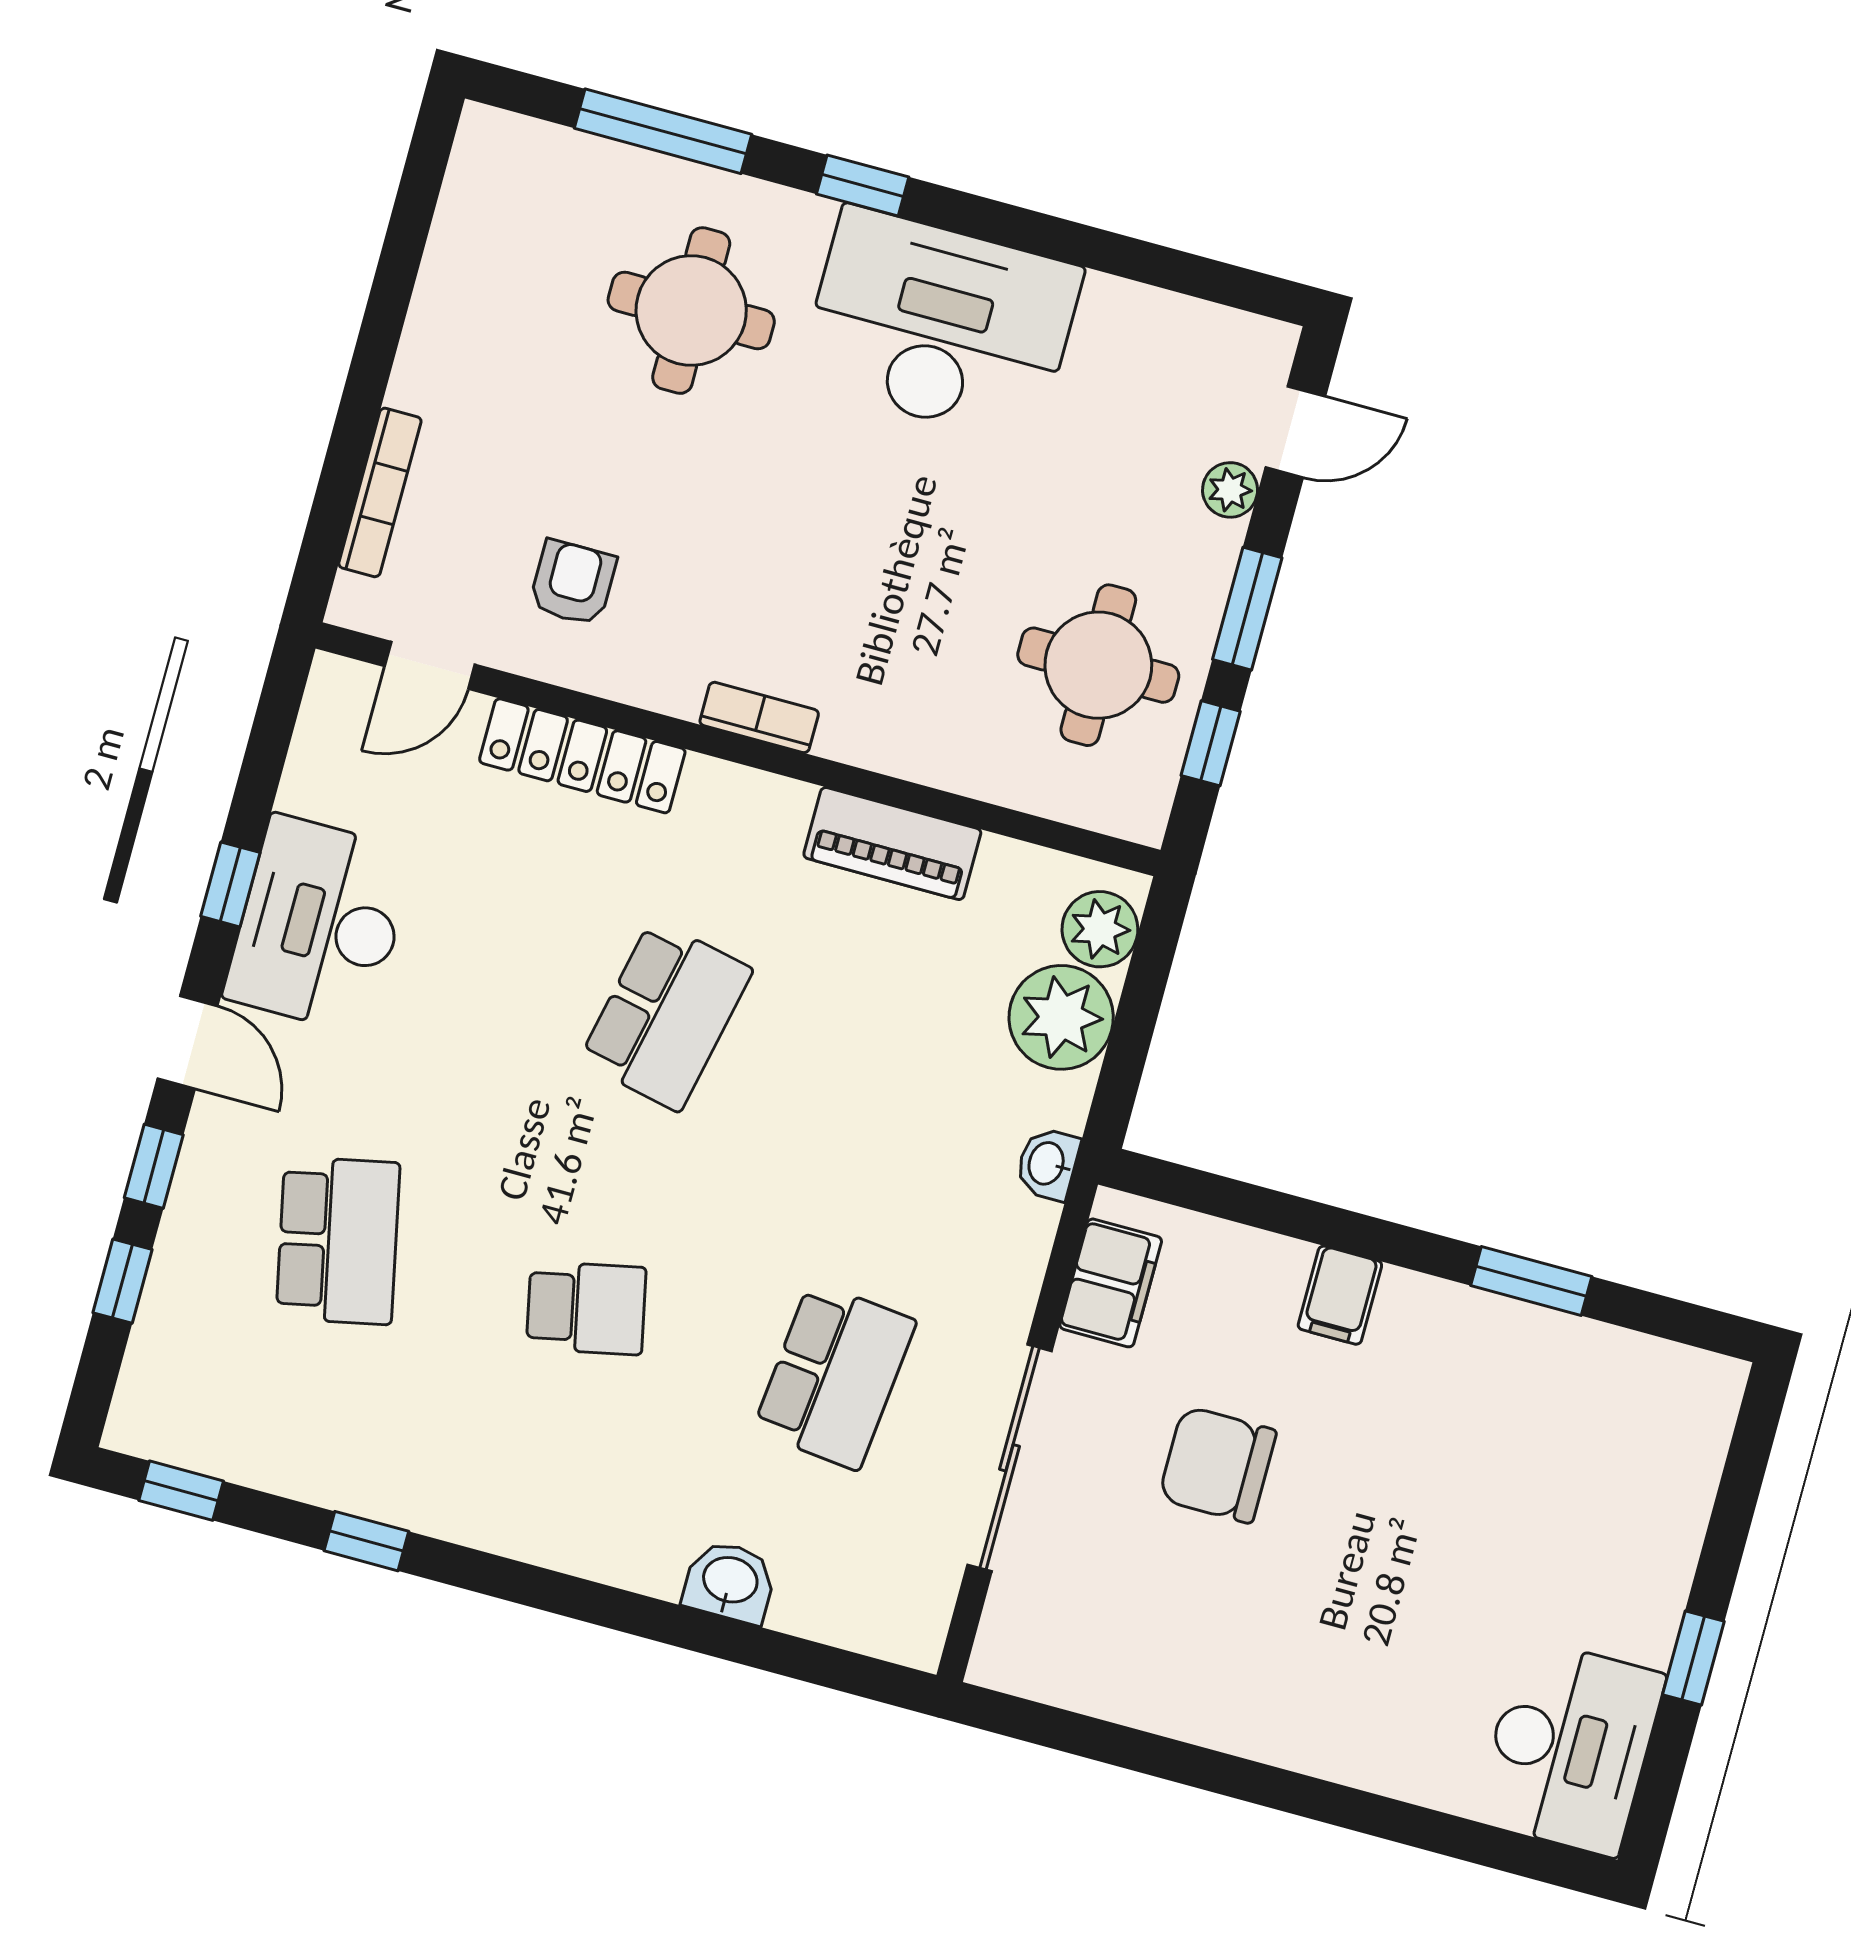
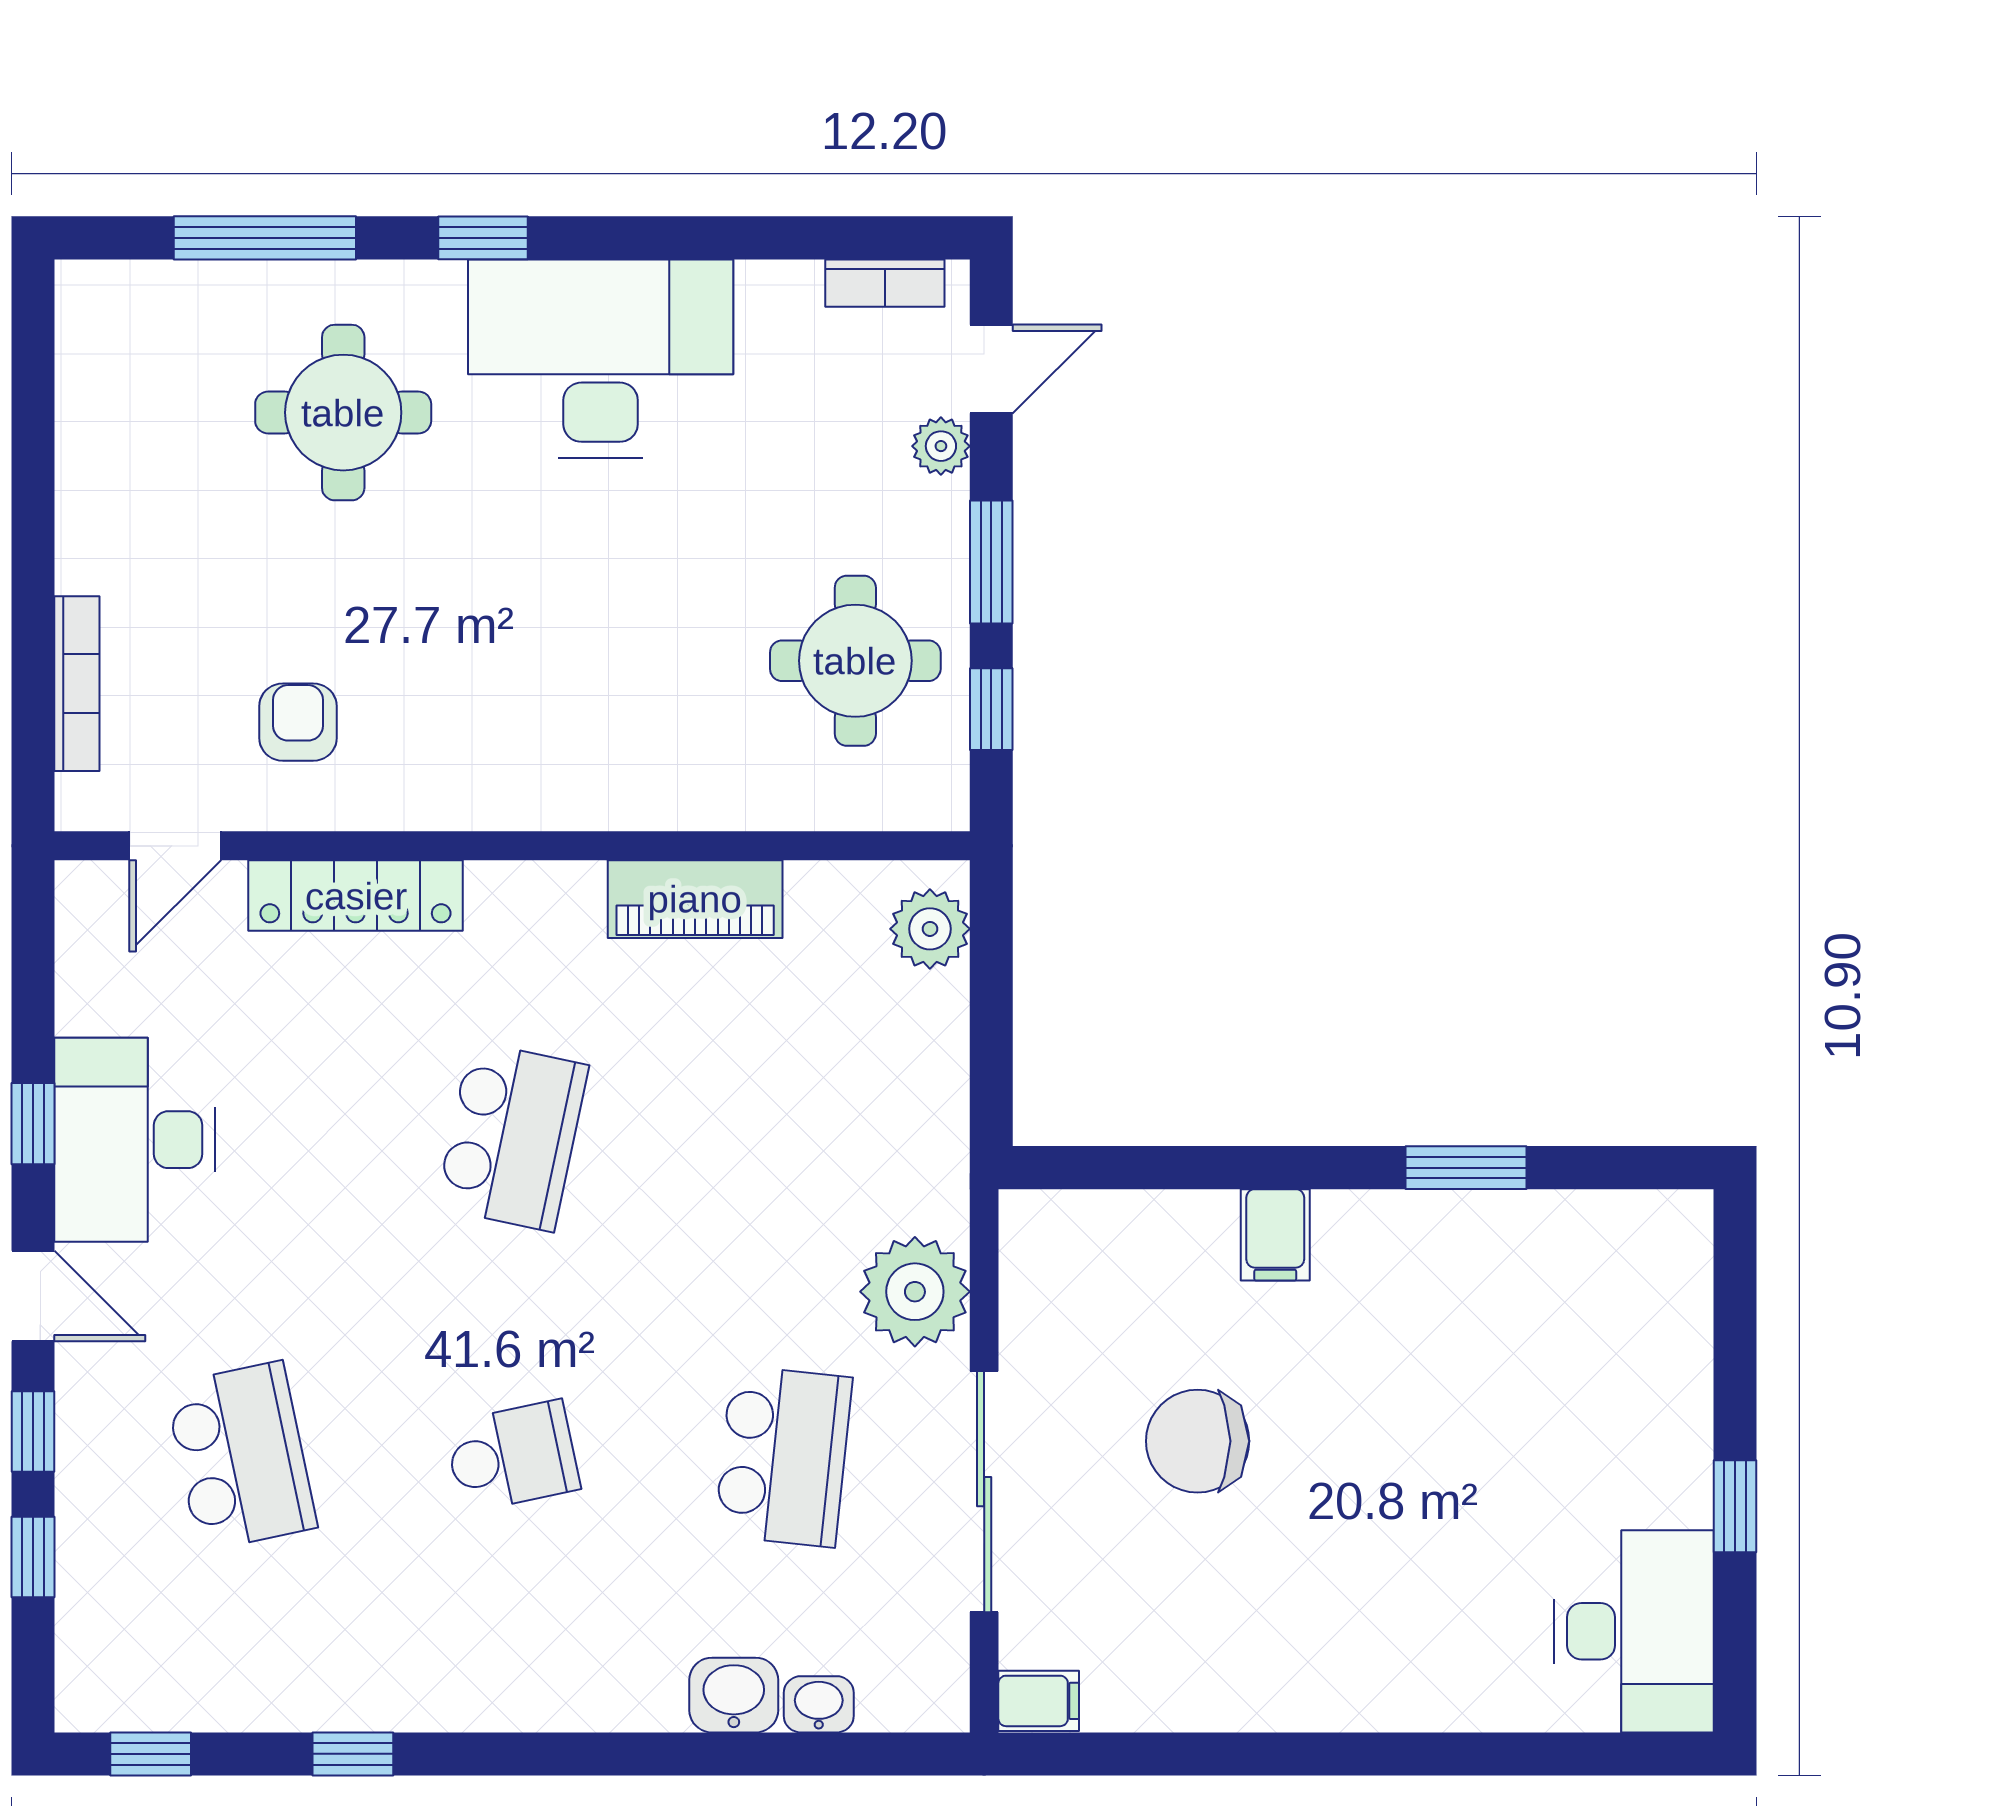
bookcase: (759, 717) -> (885, 283), moved, turned 180
plant: (1061, 1017) -> (915, 1292), moved
washbasin: (1048, 1164) -> (819, 1704), moved, turned 90
filing cabinet: (1111, 1283) -> (1039, 1701), moved, width x0.50

